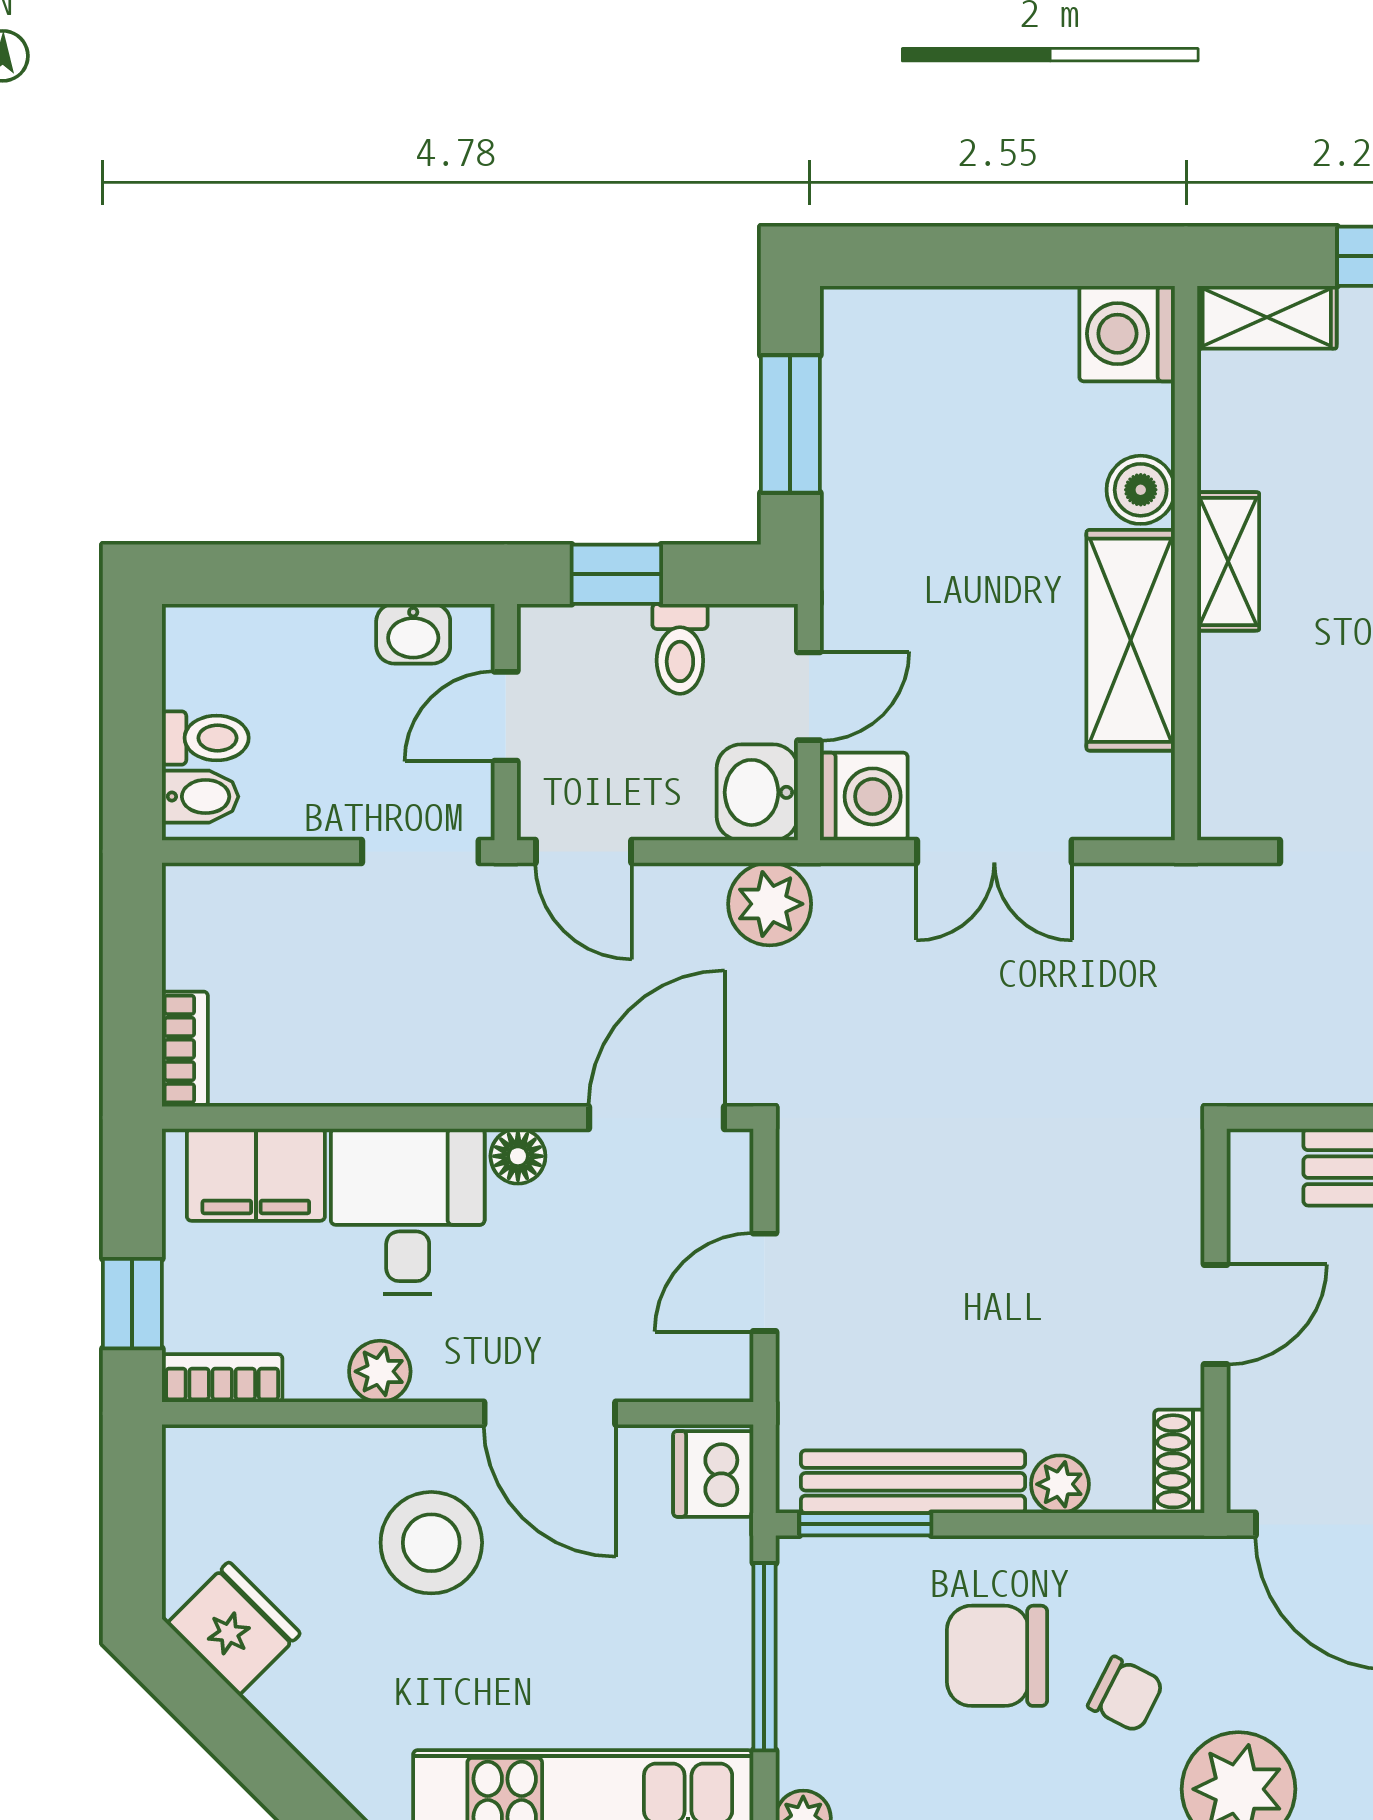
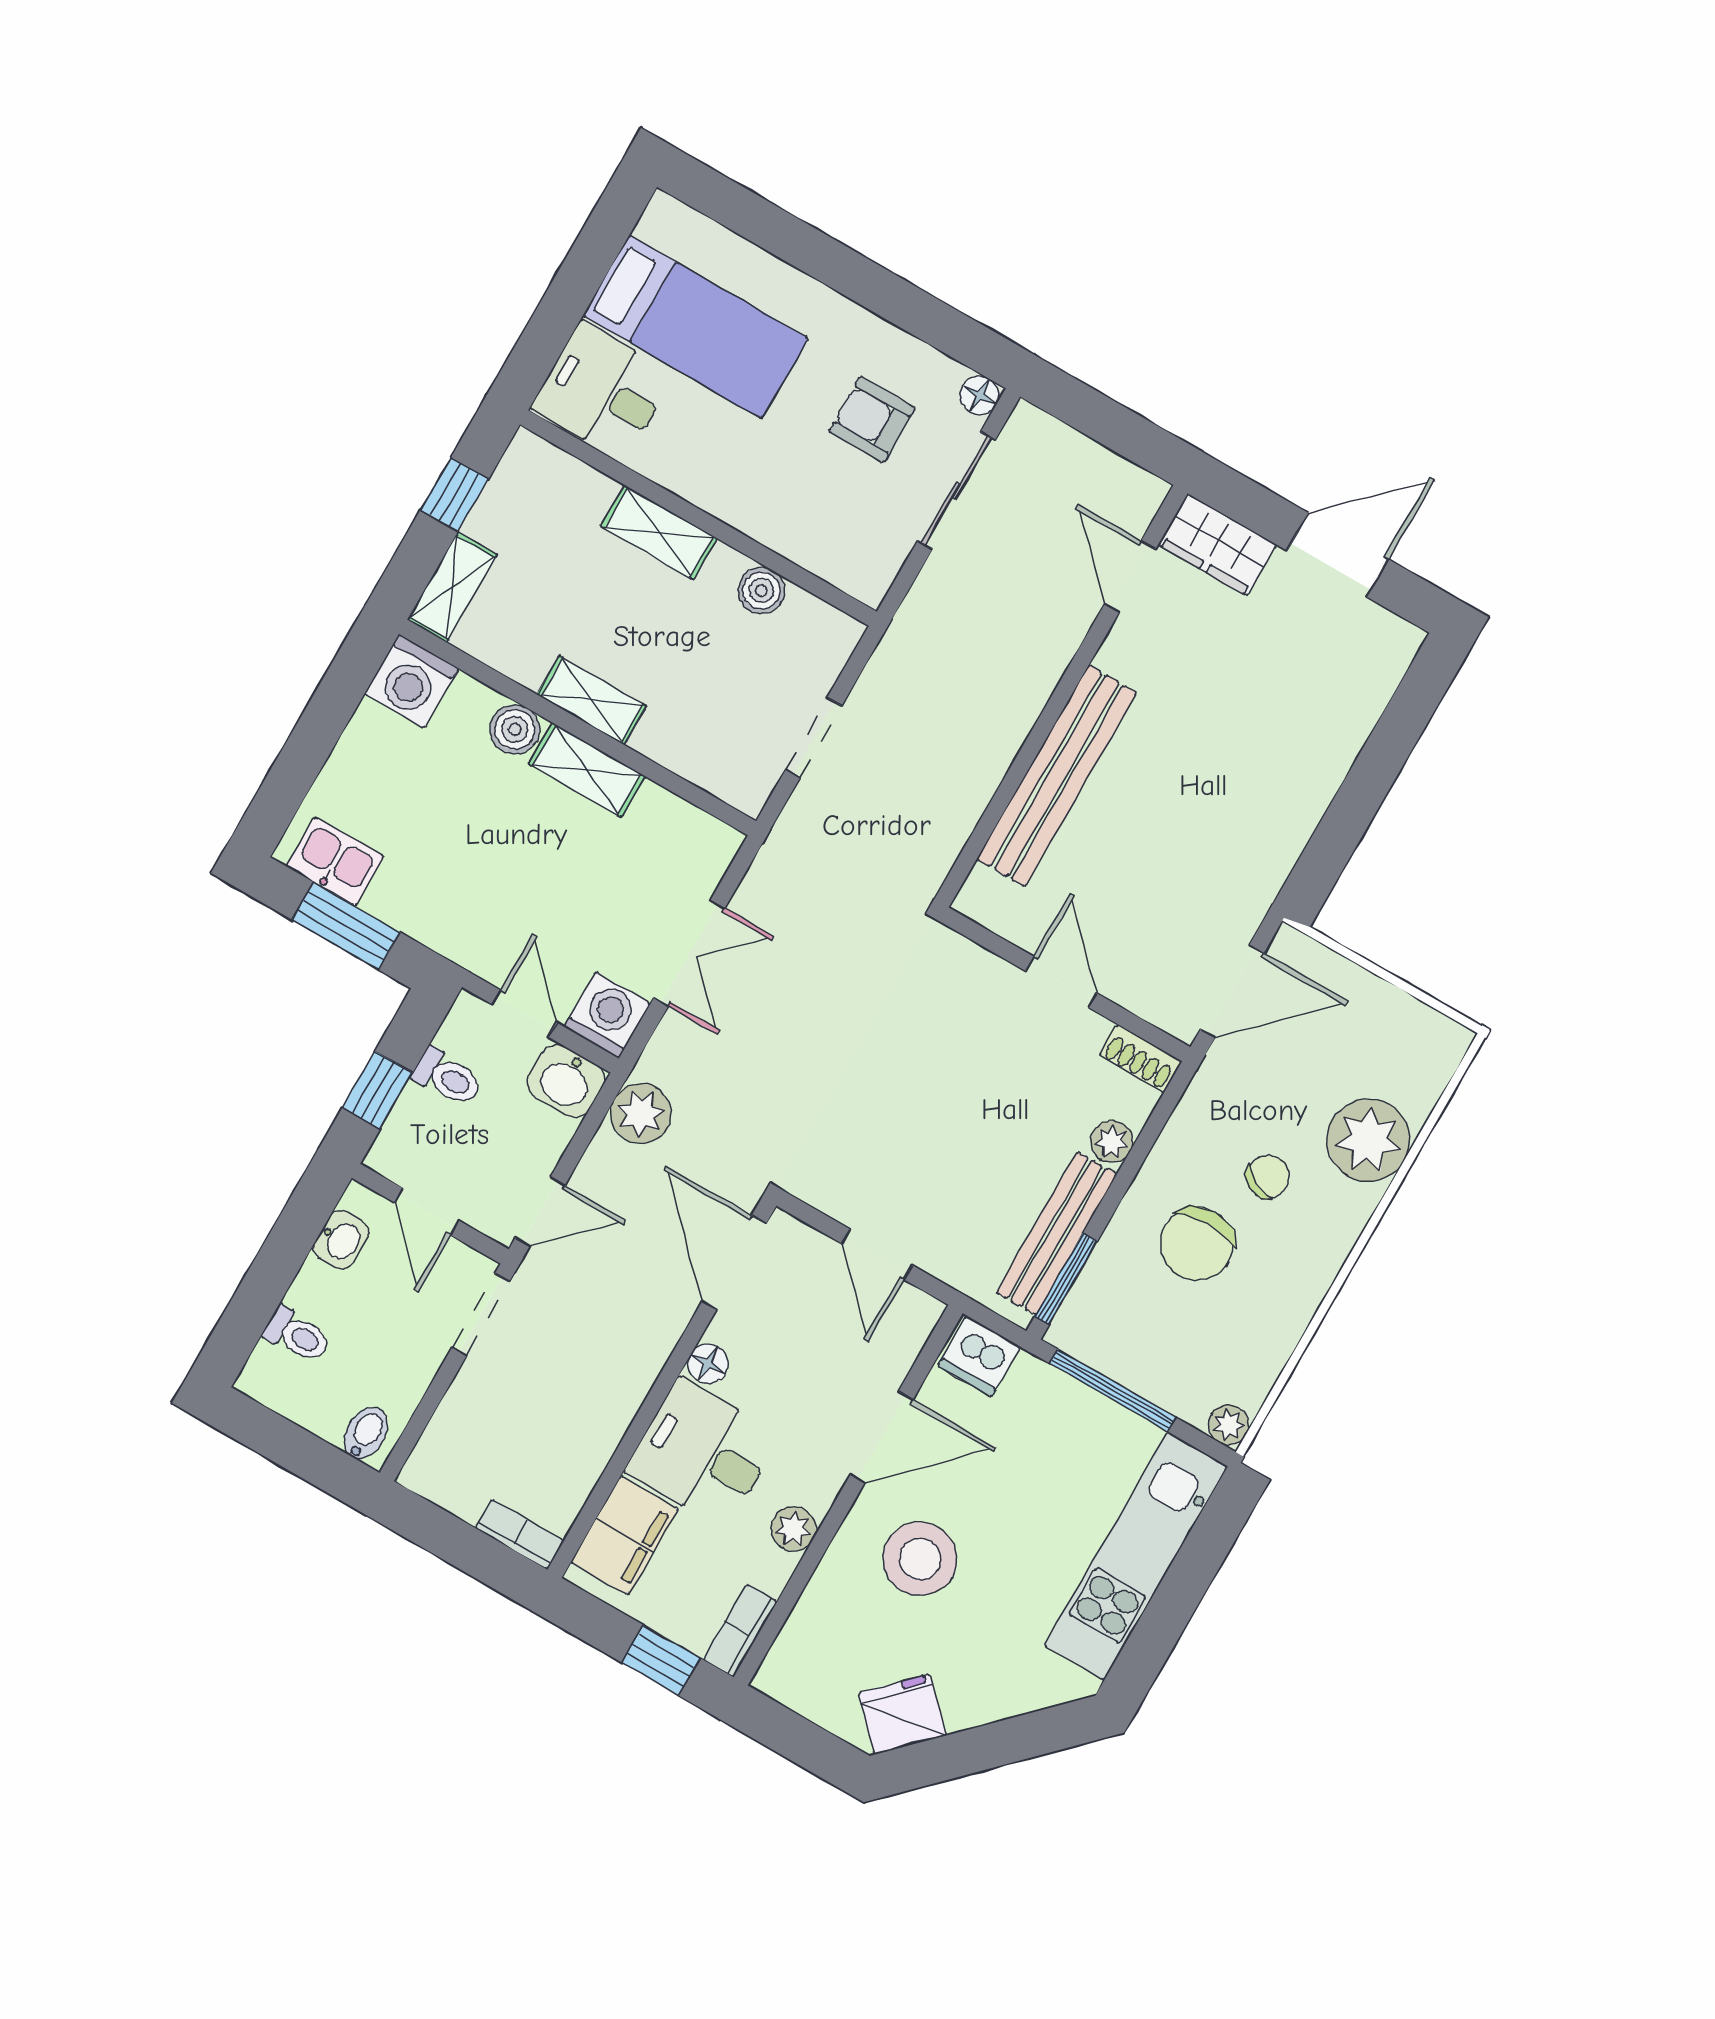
kitchen sink: (860, 367) -> (335, 861), added
shelving: (1131, 640) -> (587, 770), width x0.67, depth x0.75
toilet: (205, 738) -> (297, 1335), moved, turned 90

